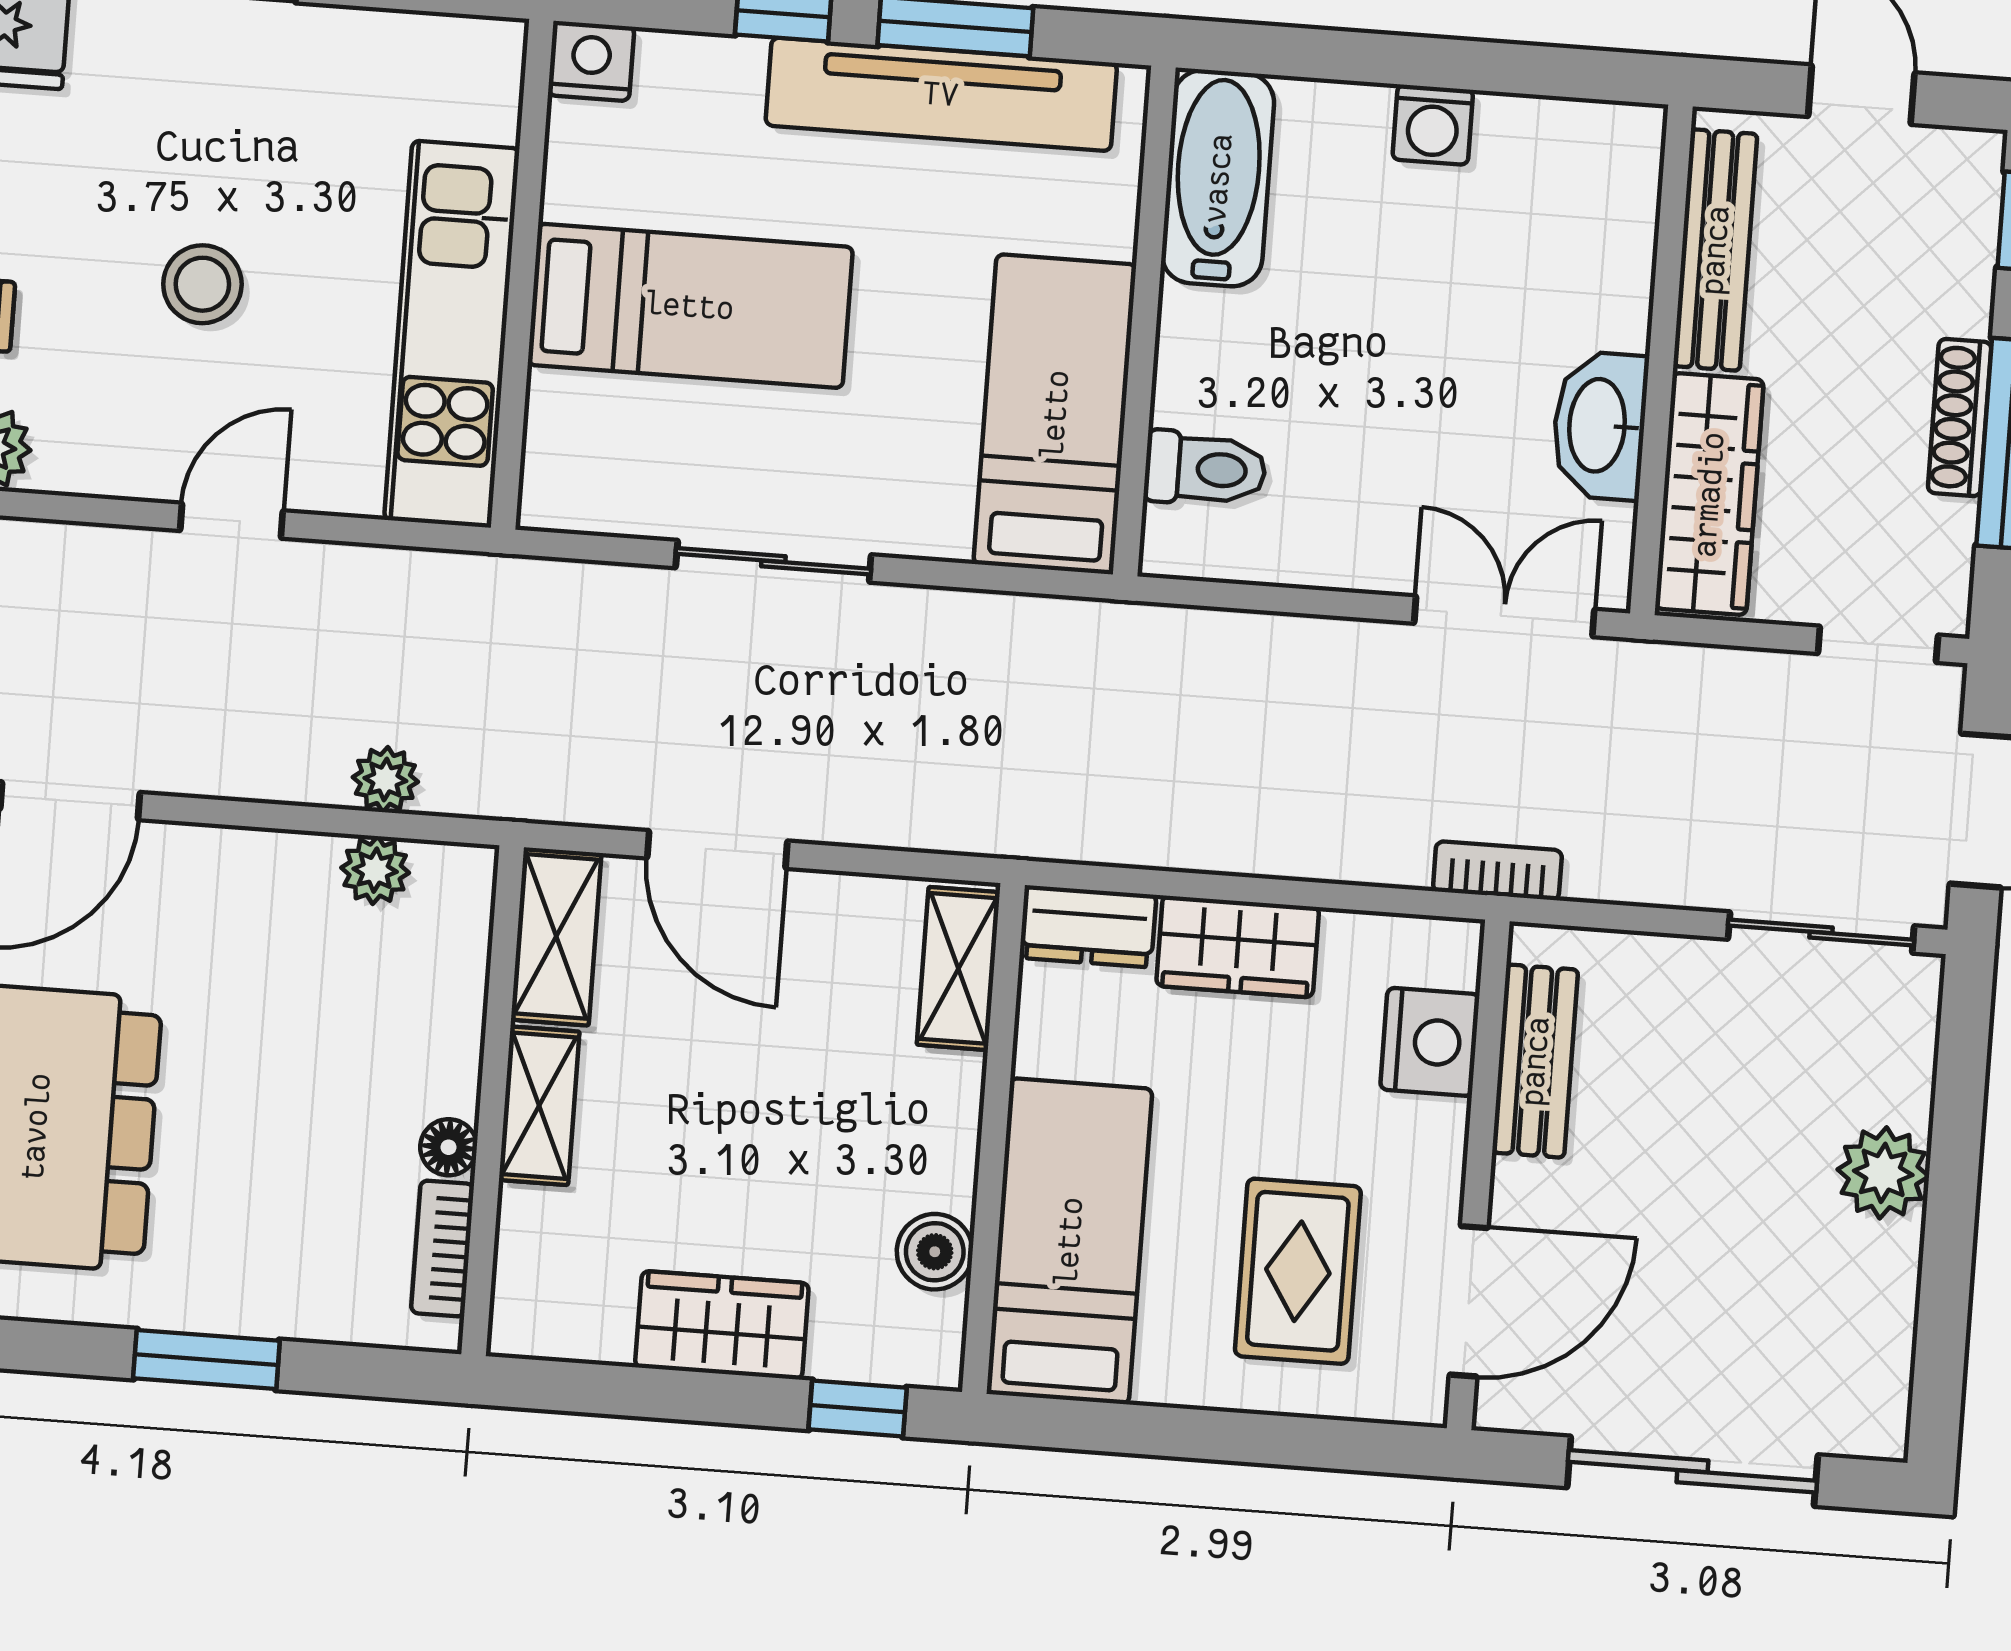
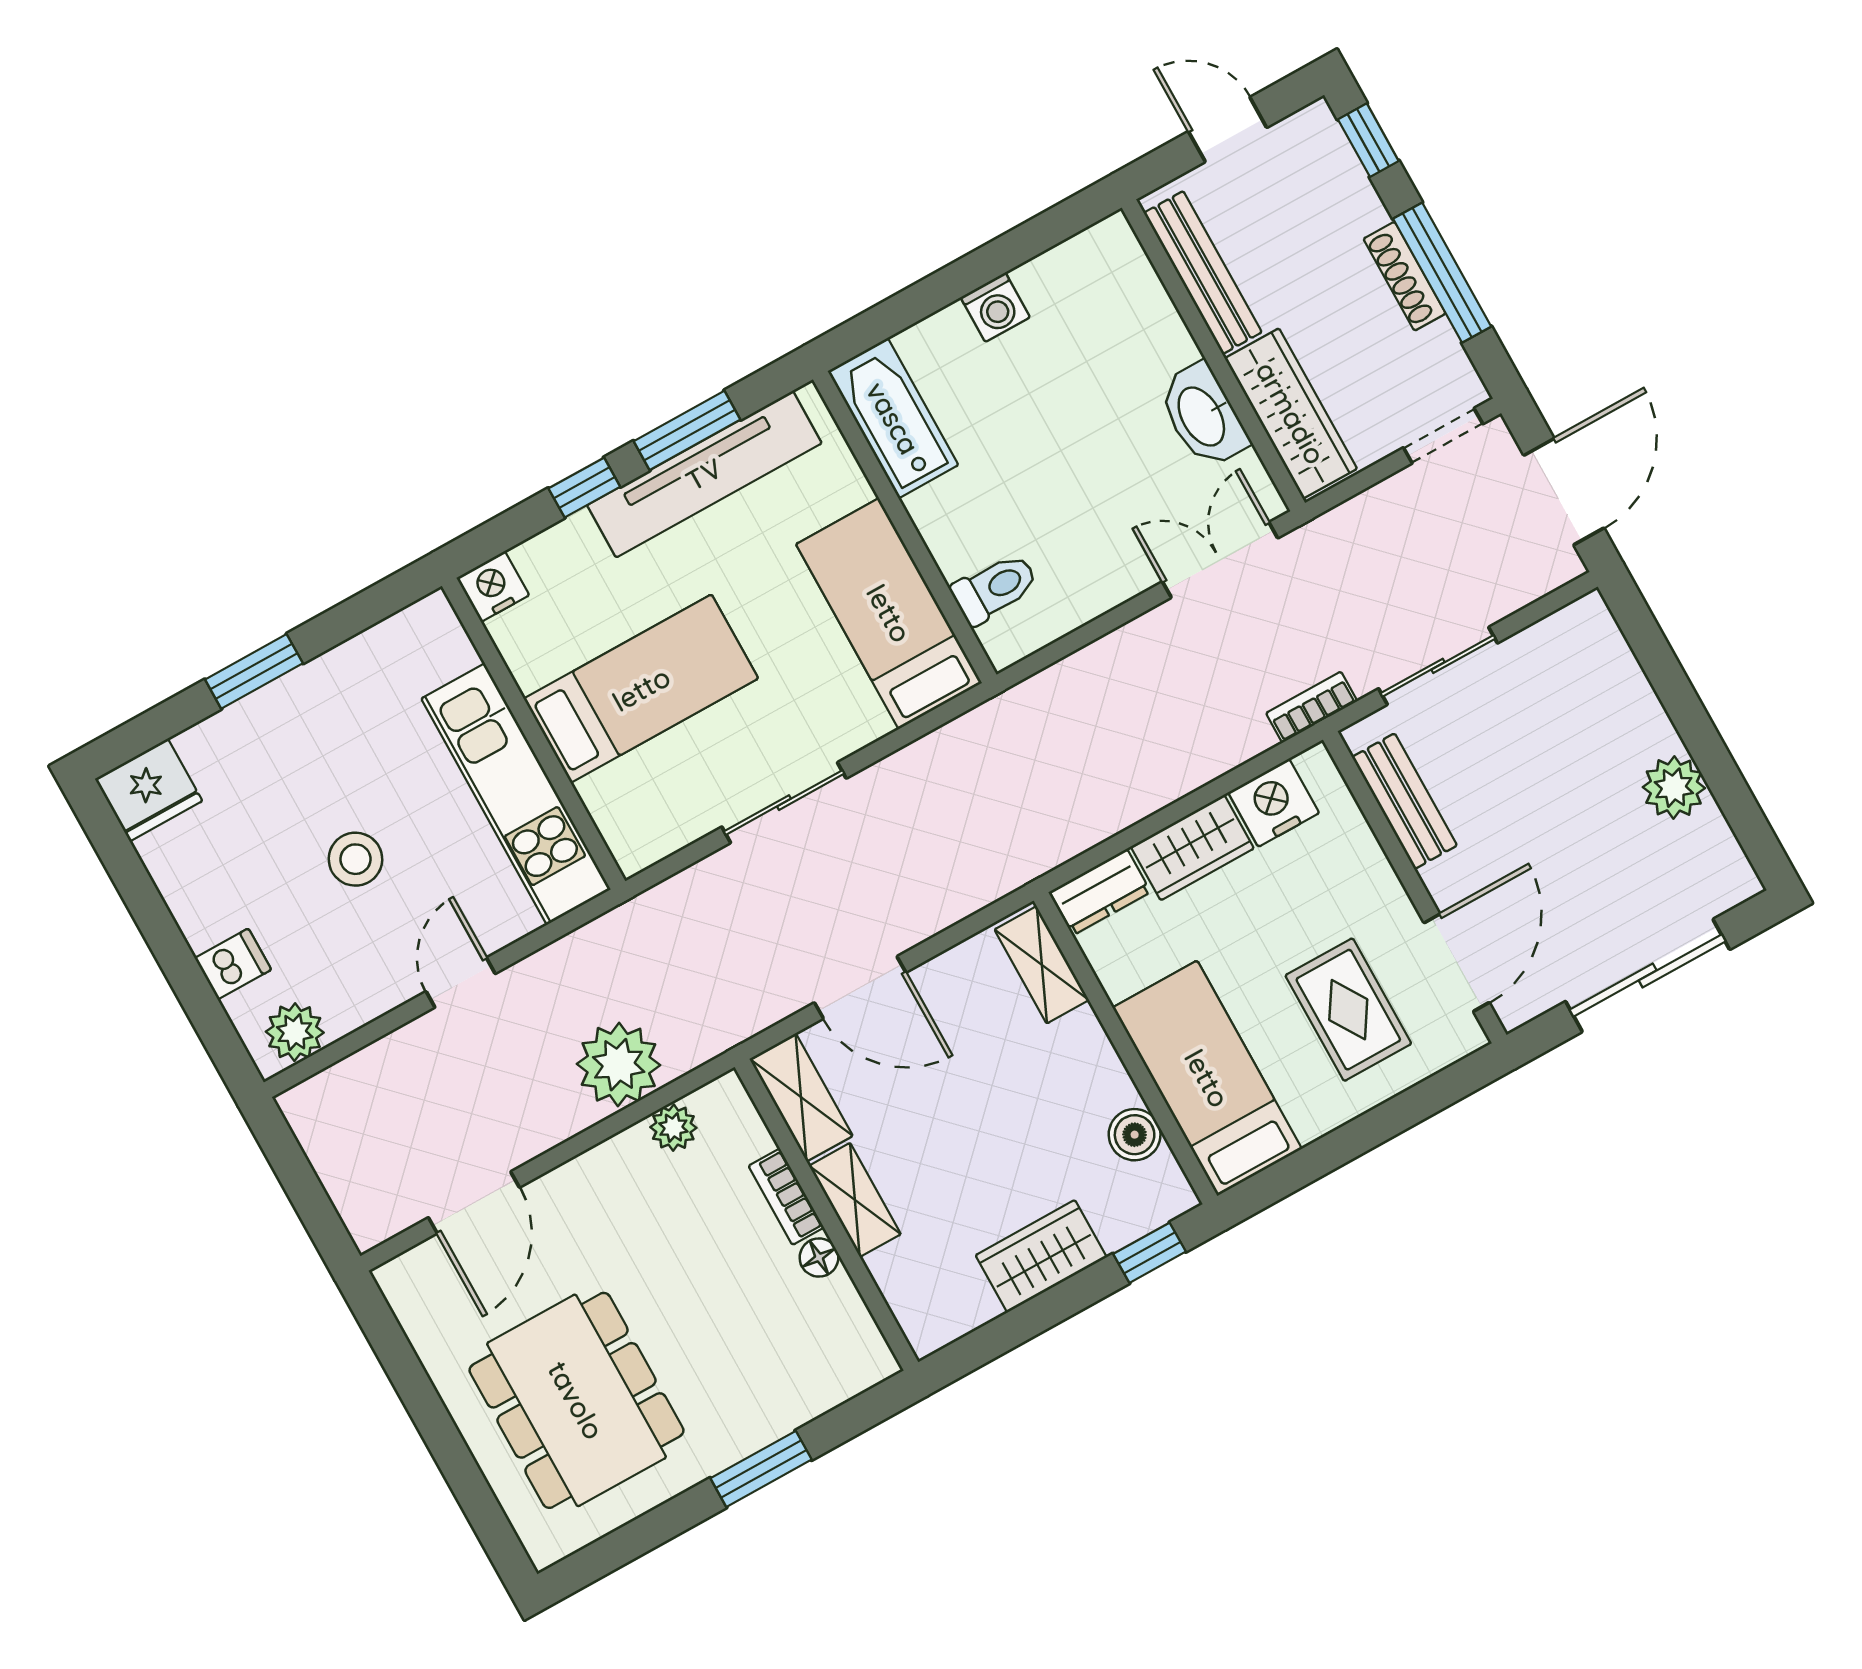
plant: (385, 779) -> (619, 1065), width x1.87, depth x1.87
sliding door: (1821, 933) -> (1438, 666), moved
nightstand: (1430, 1042) -> (1274, 803), moved, turned -90
plant: (1883, 1173) -> (1674, 788), moved
bookcase: (442, 1249) -> (786, 1197), moved

